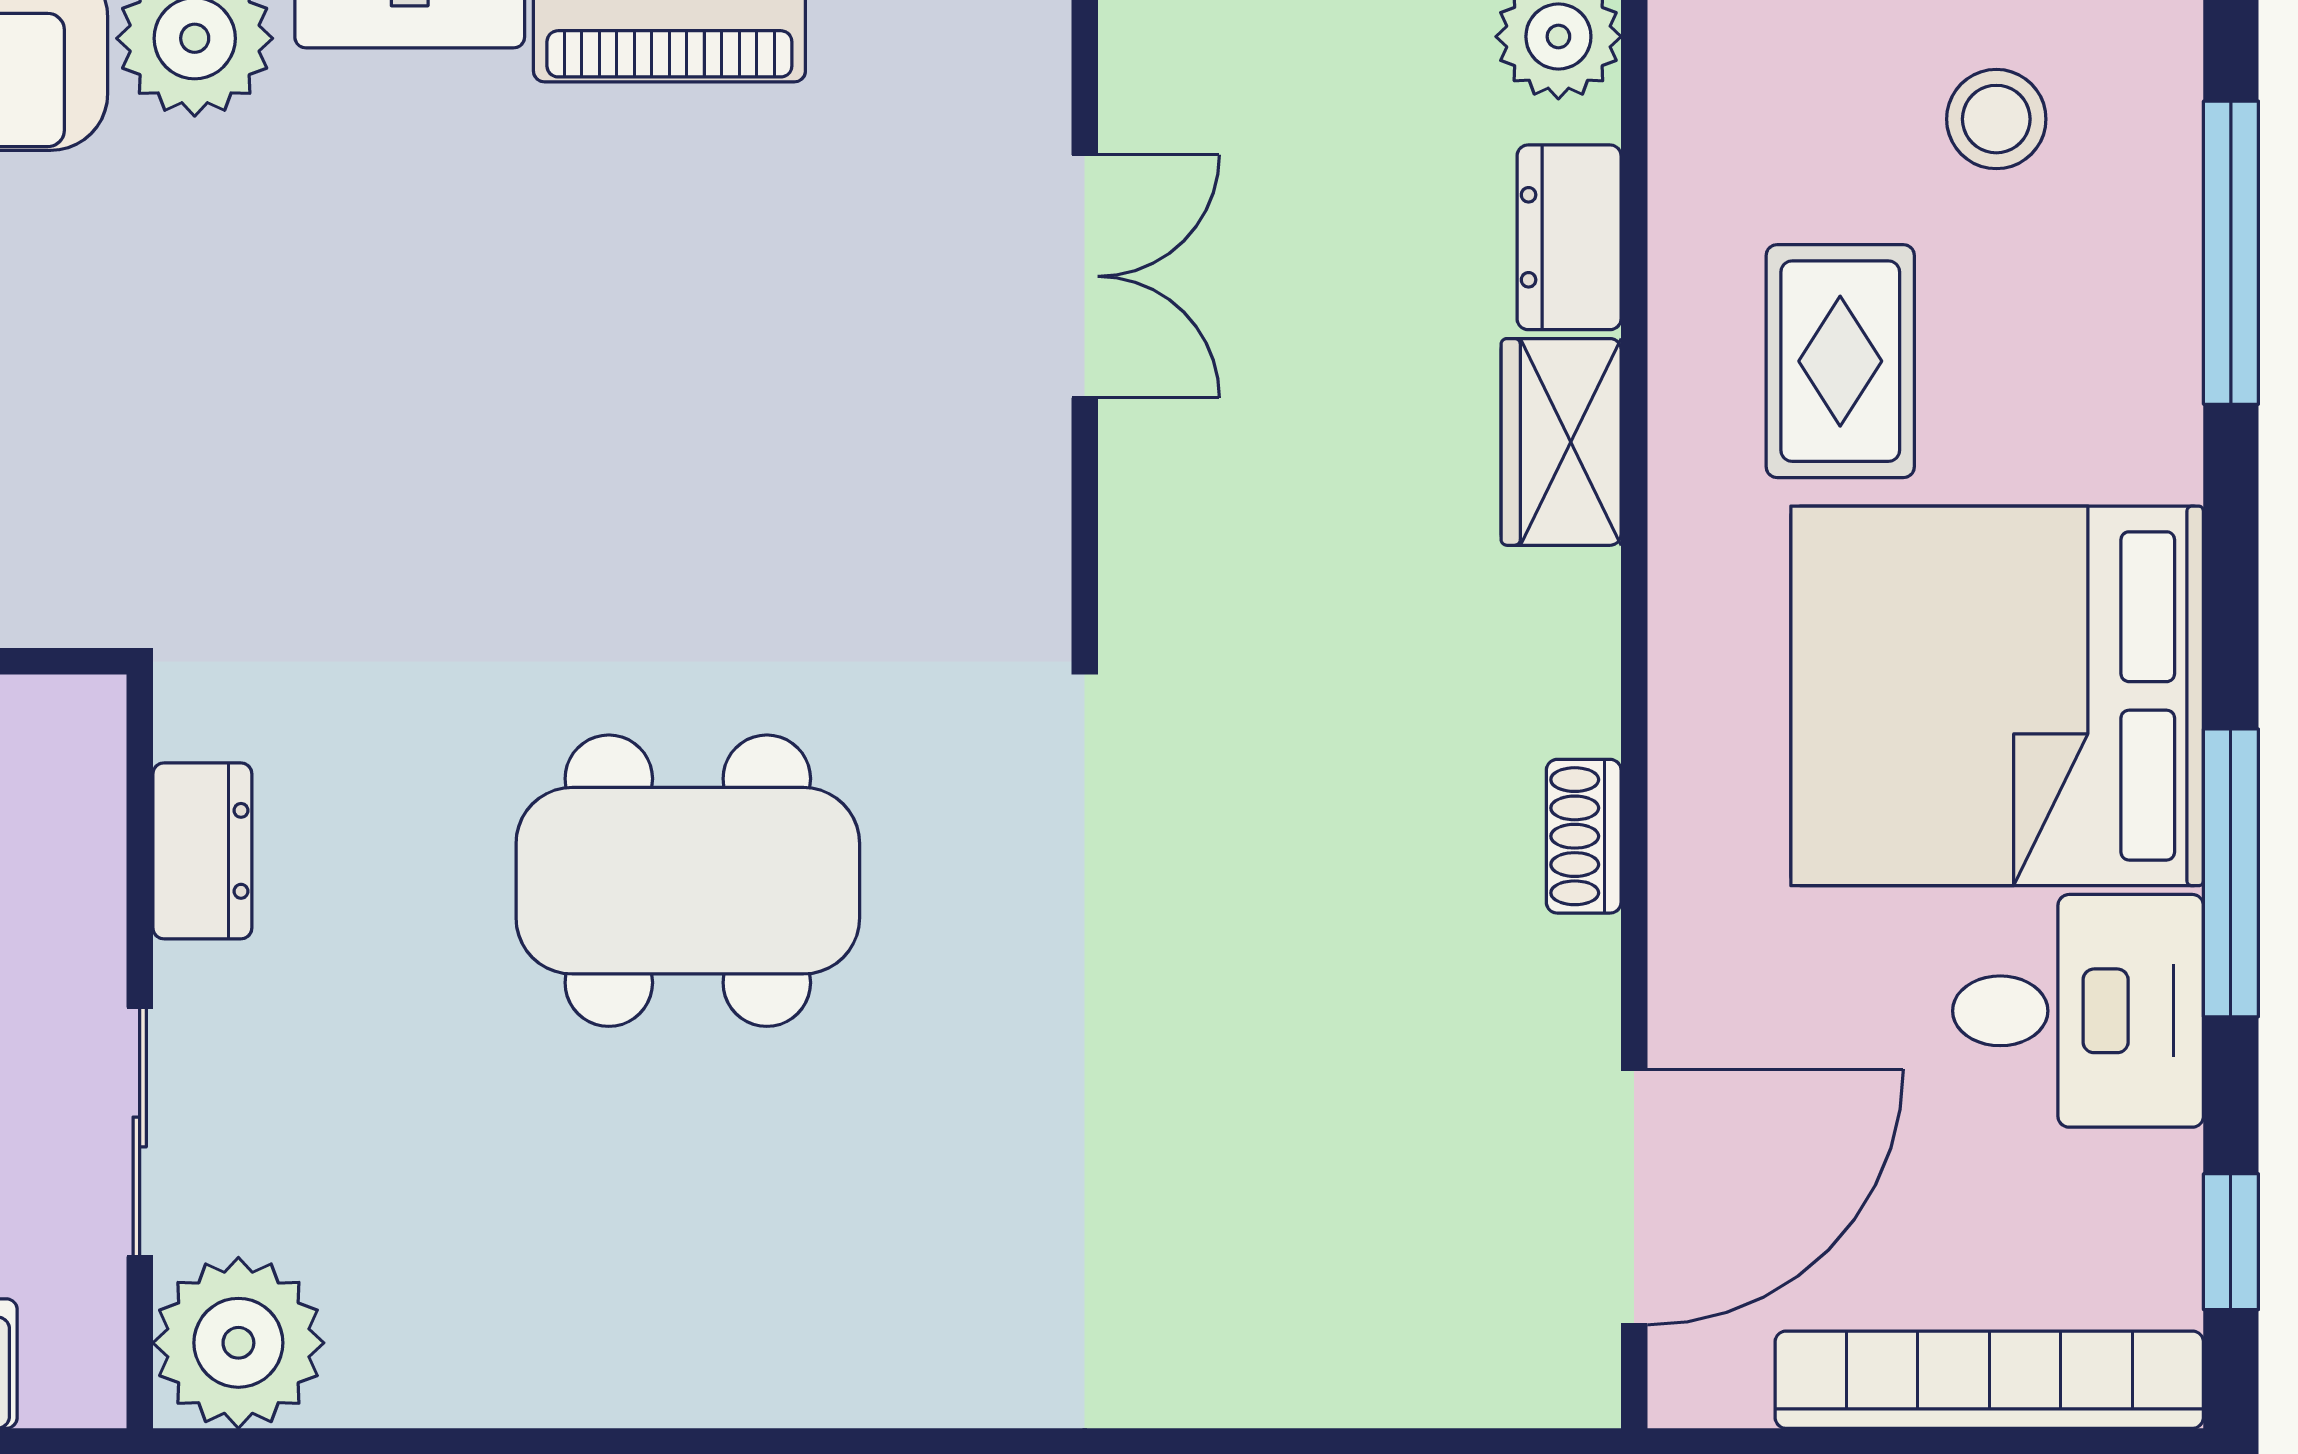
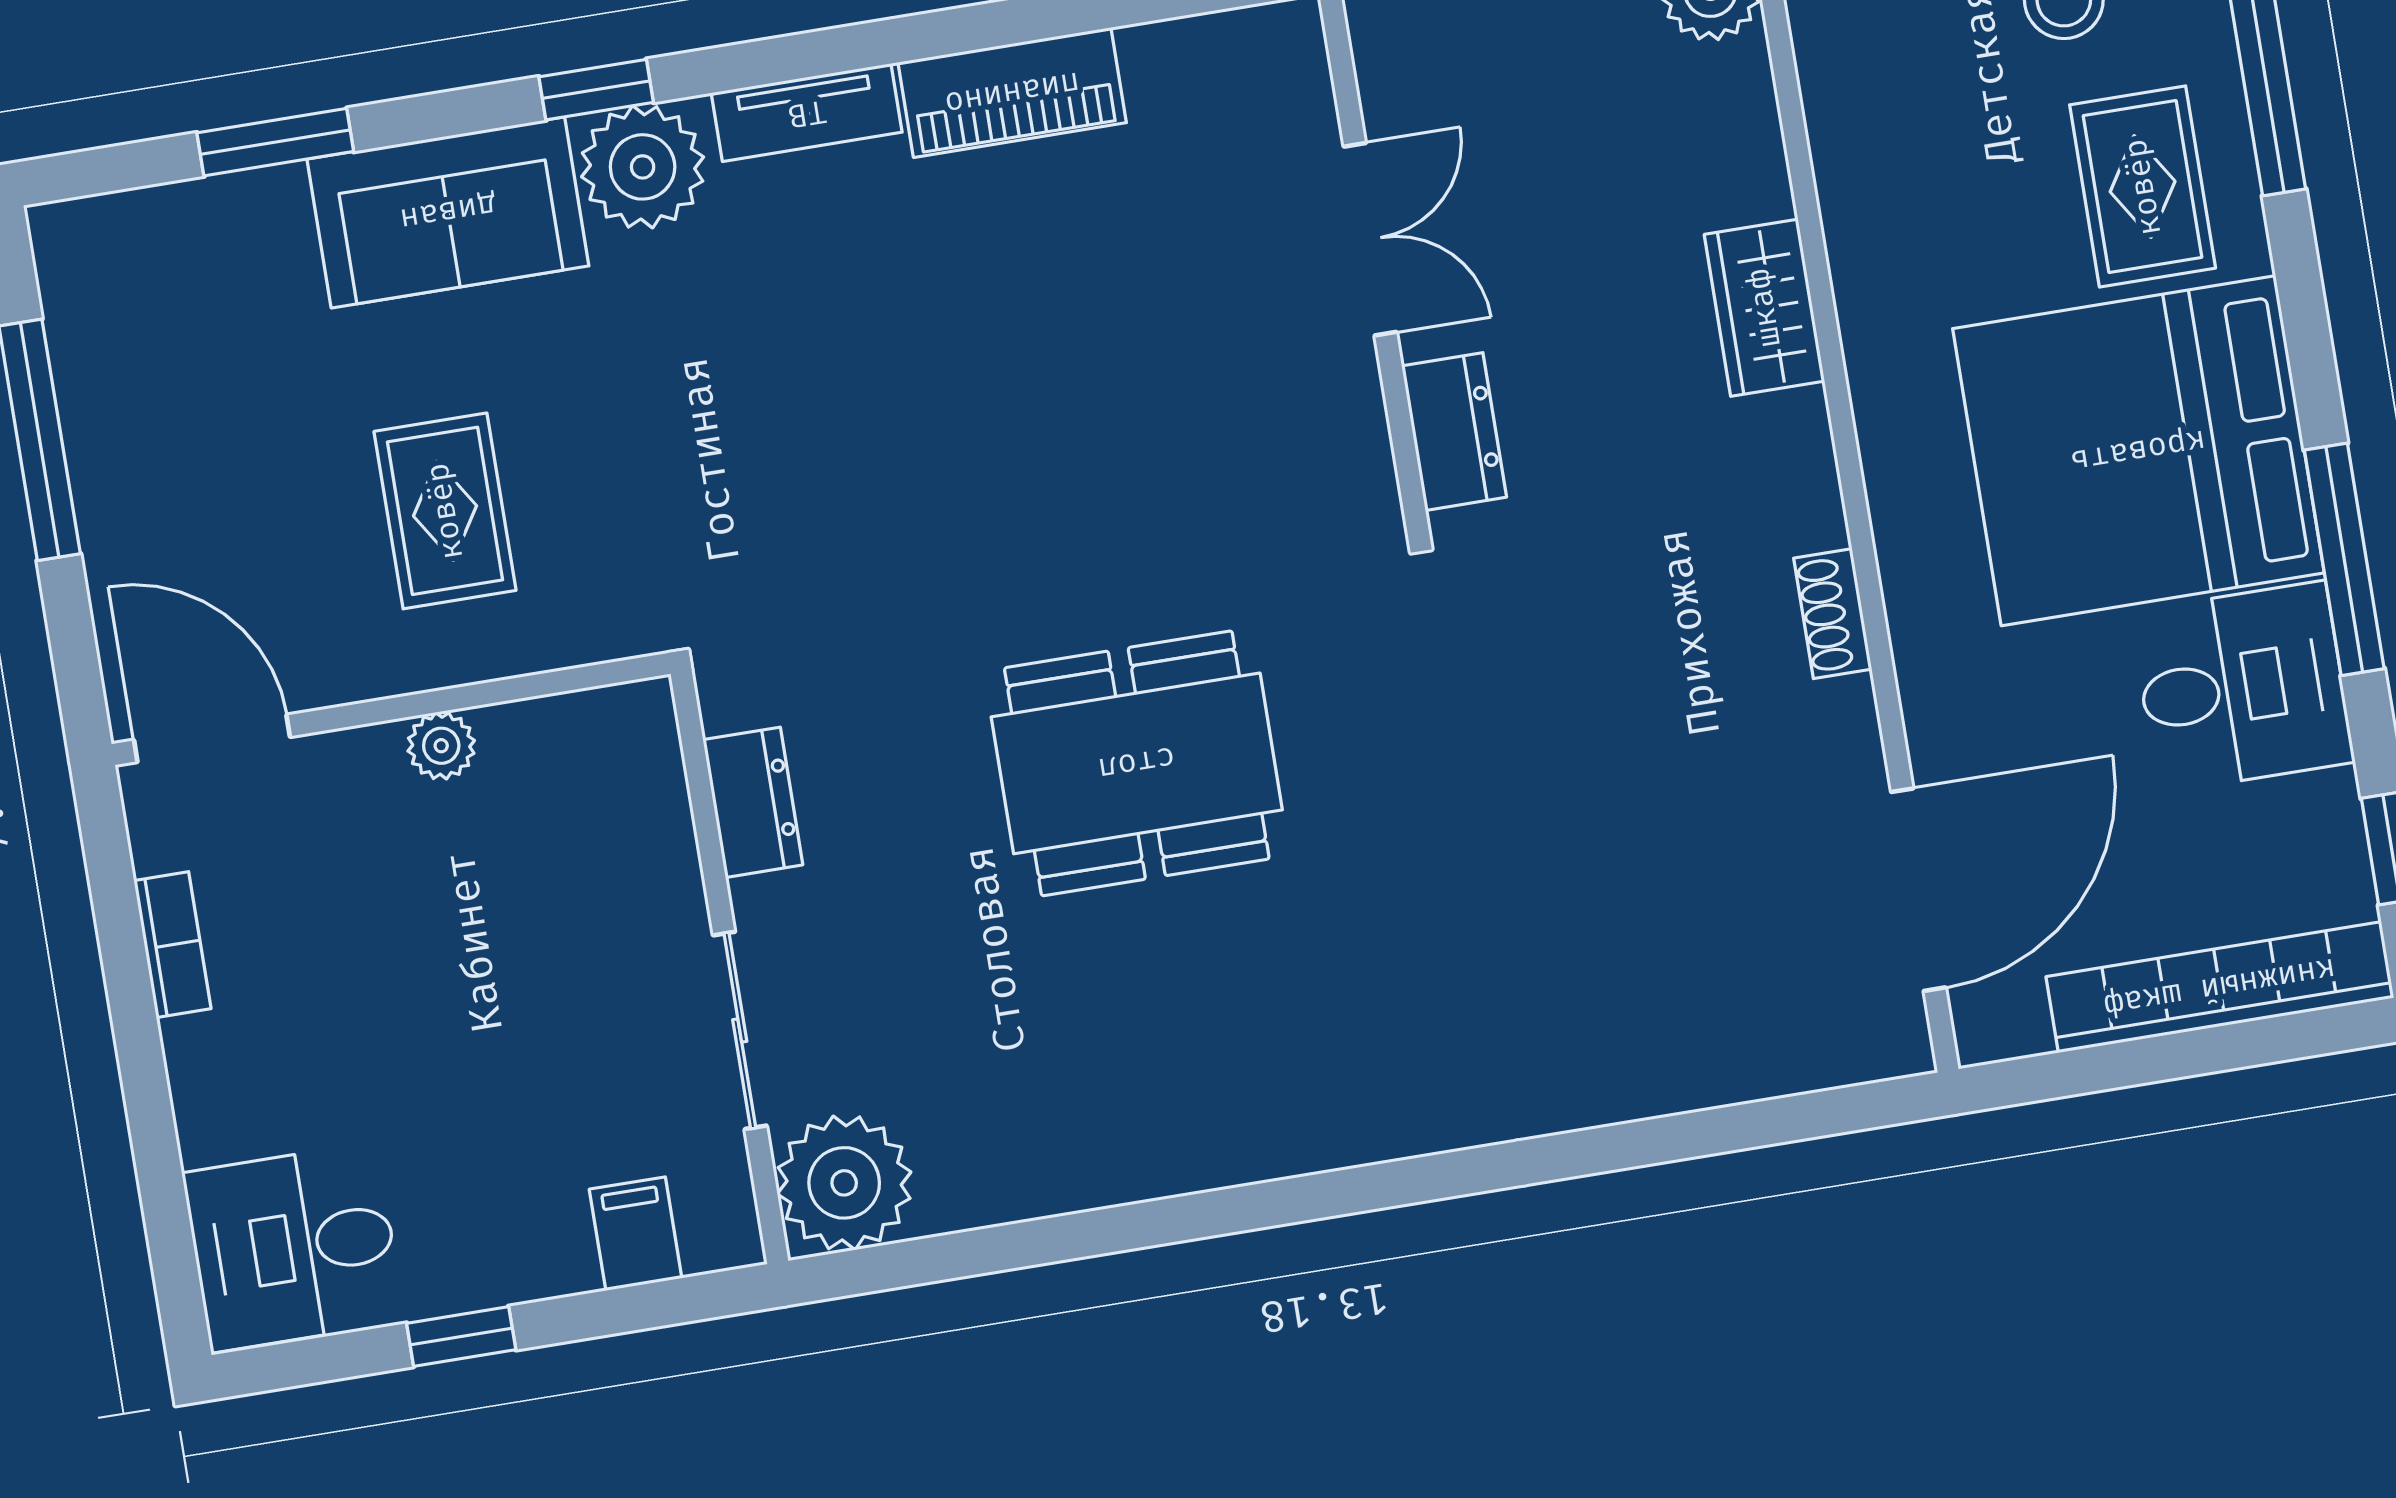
dresser: (1569, 237) -> (1454, 432), moved, turned 180
rug: (1840, 361) -> (2143, 187), moved

